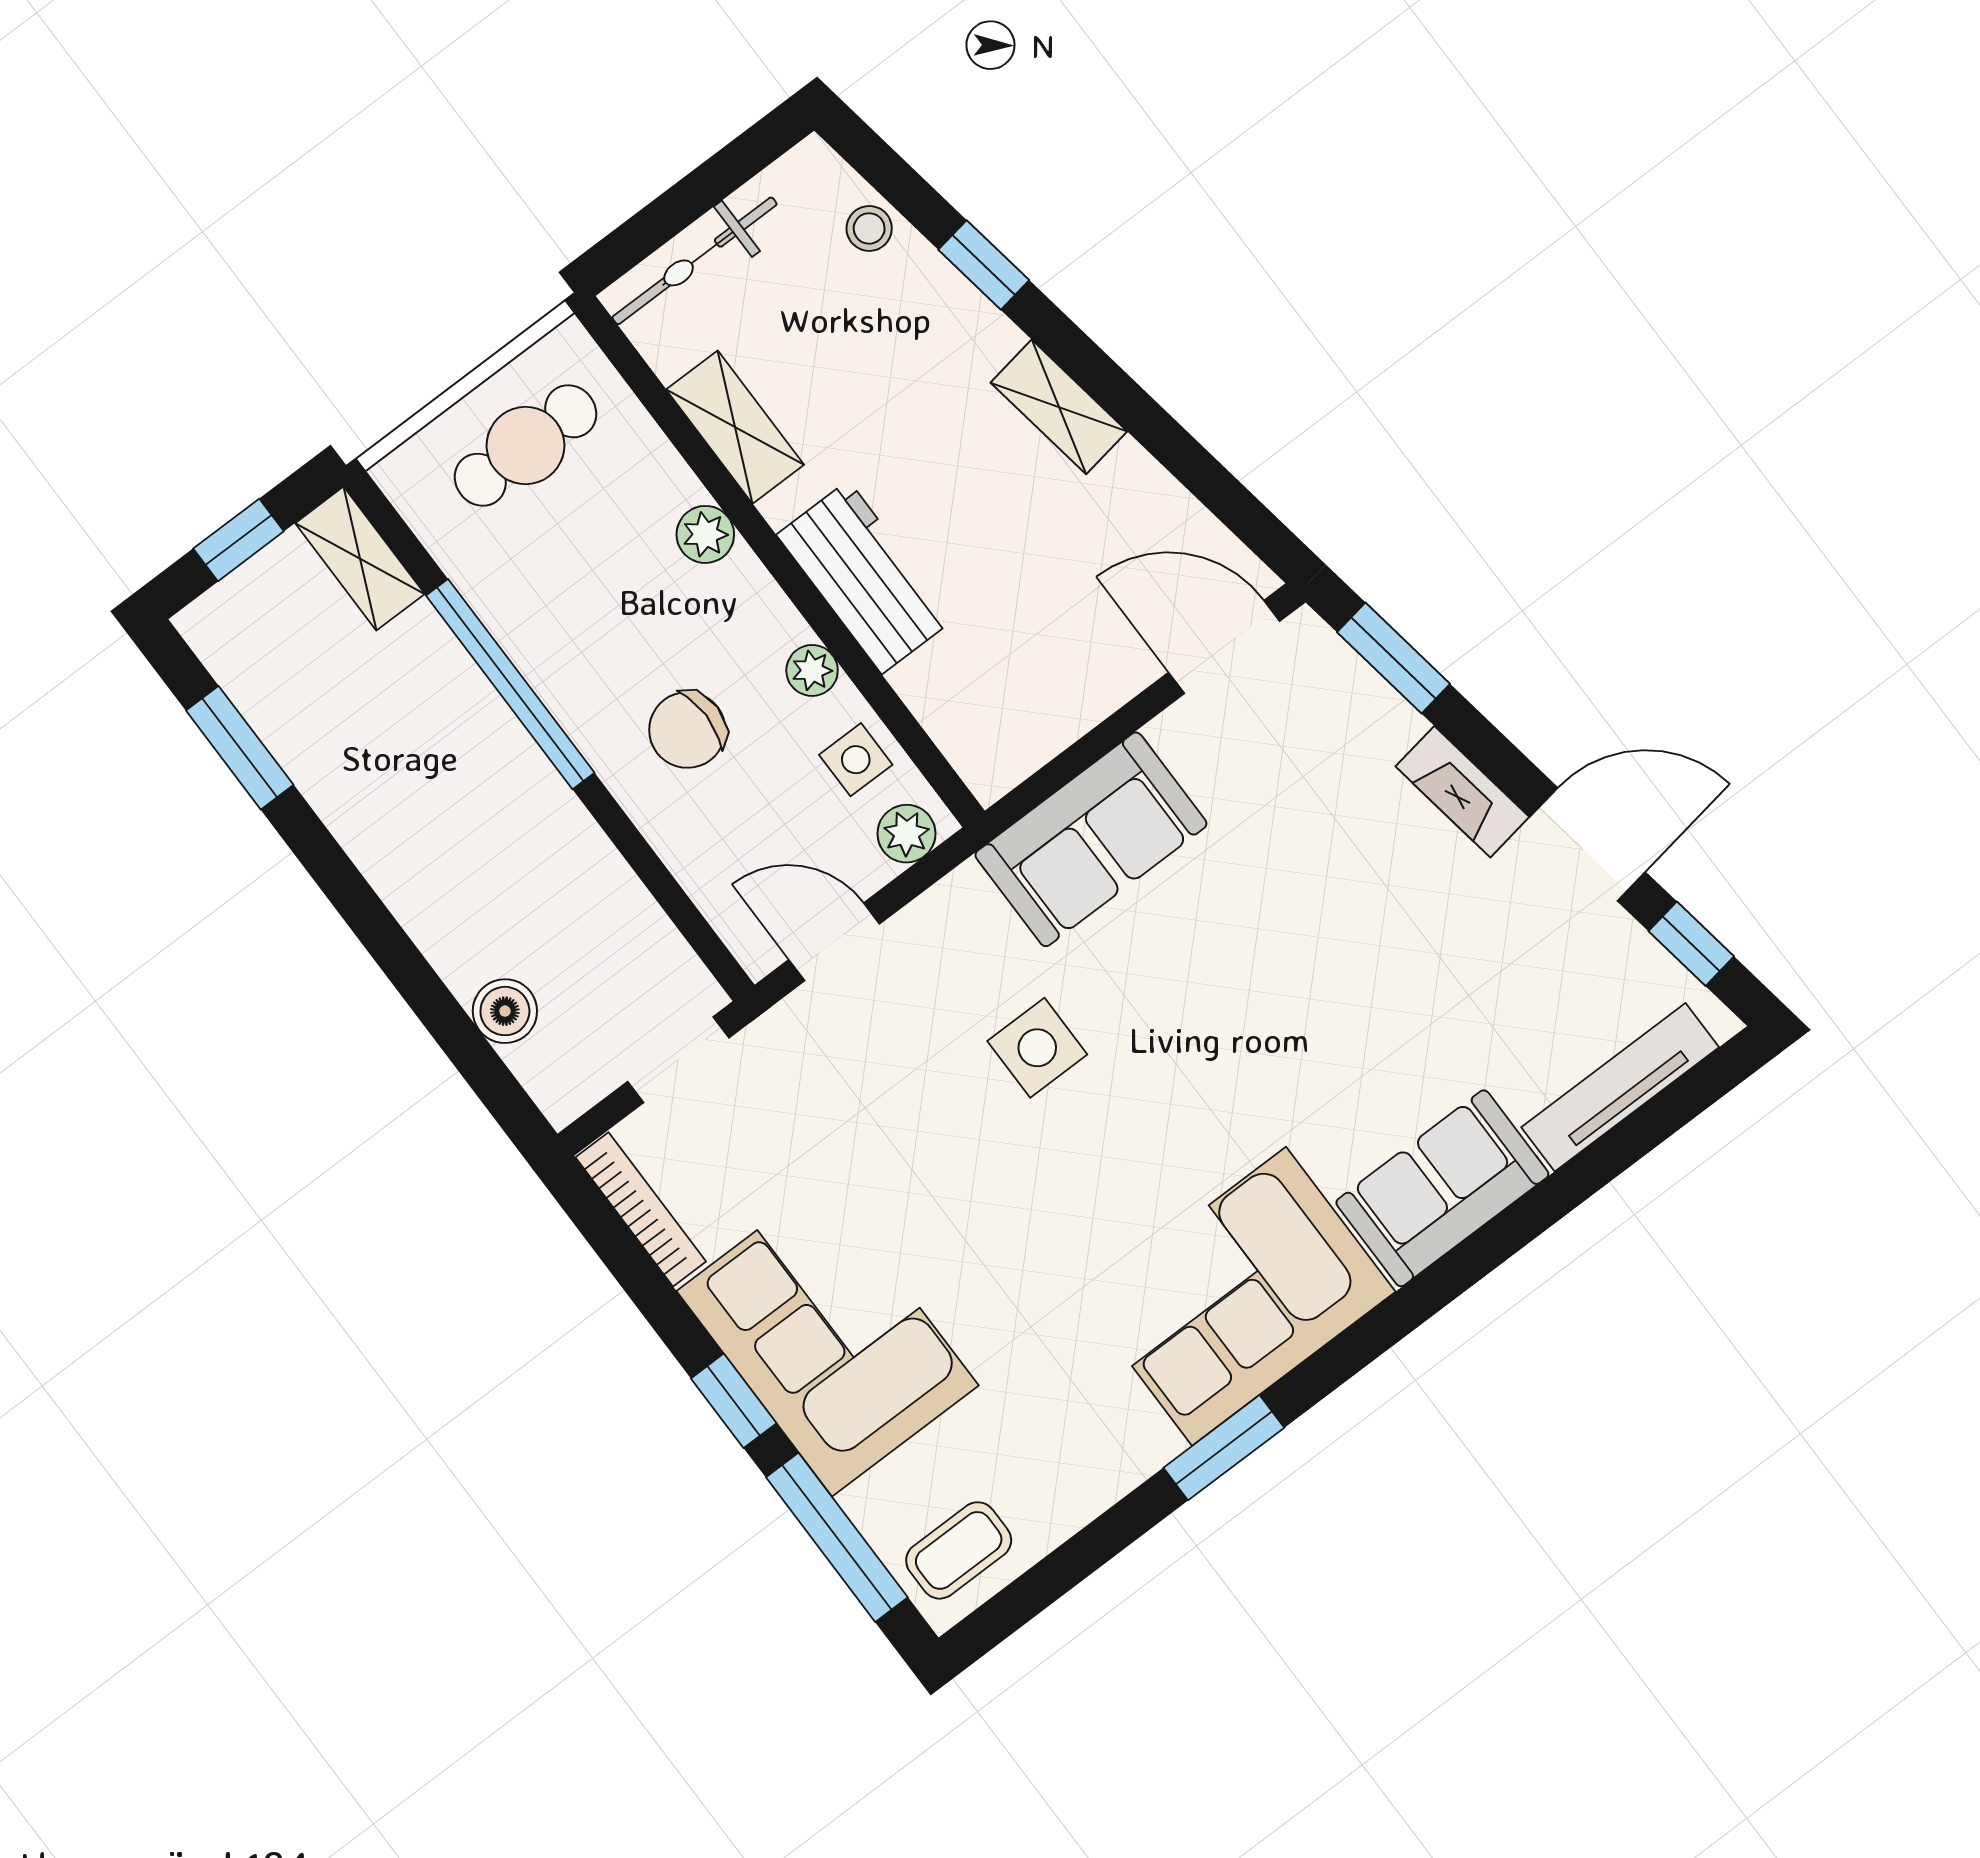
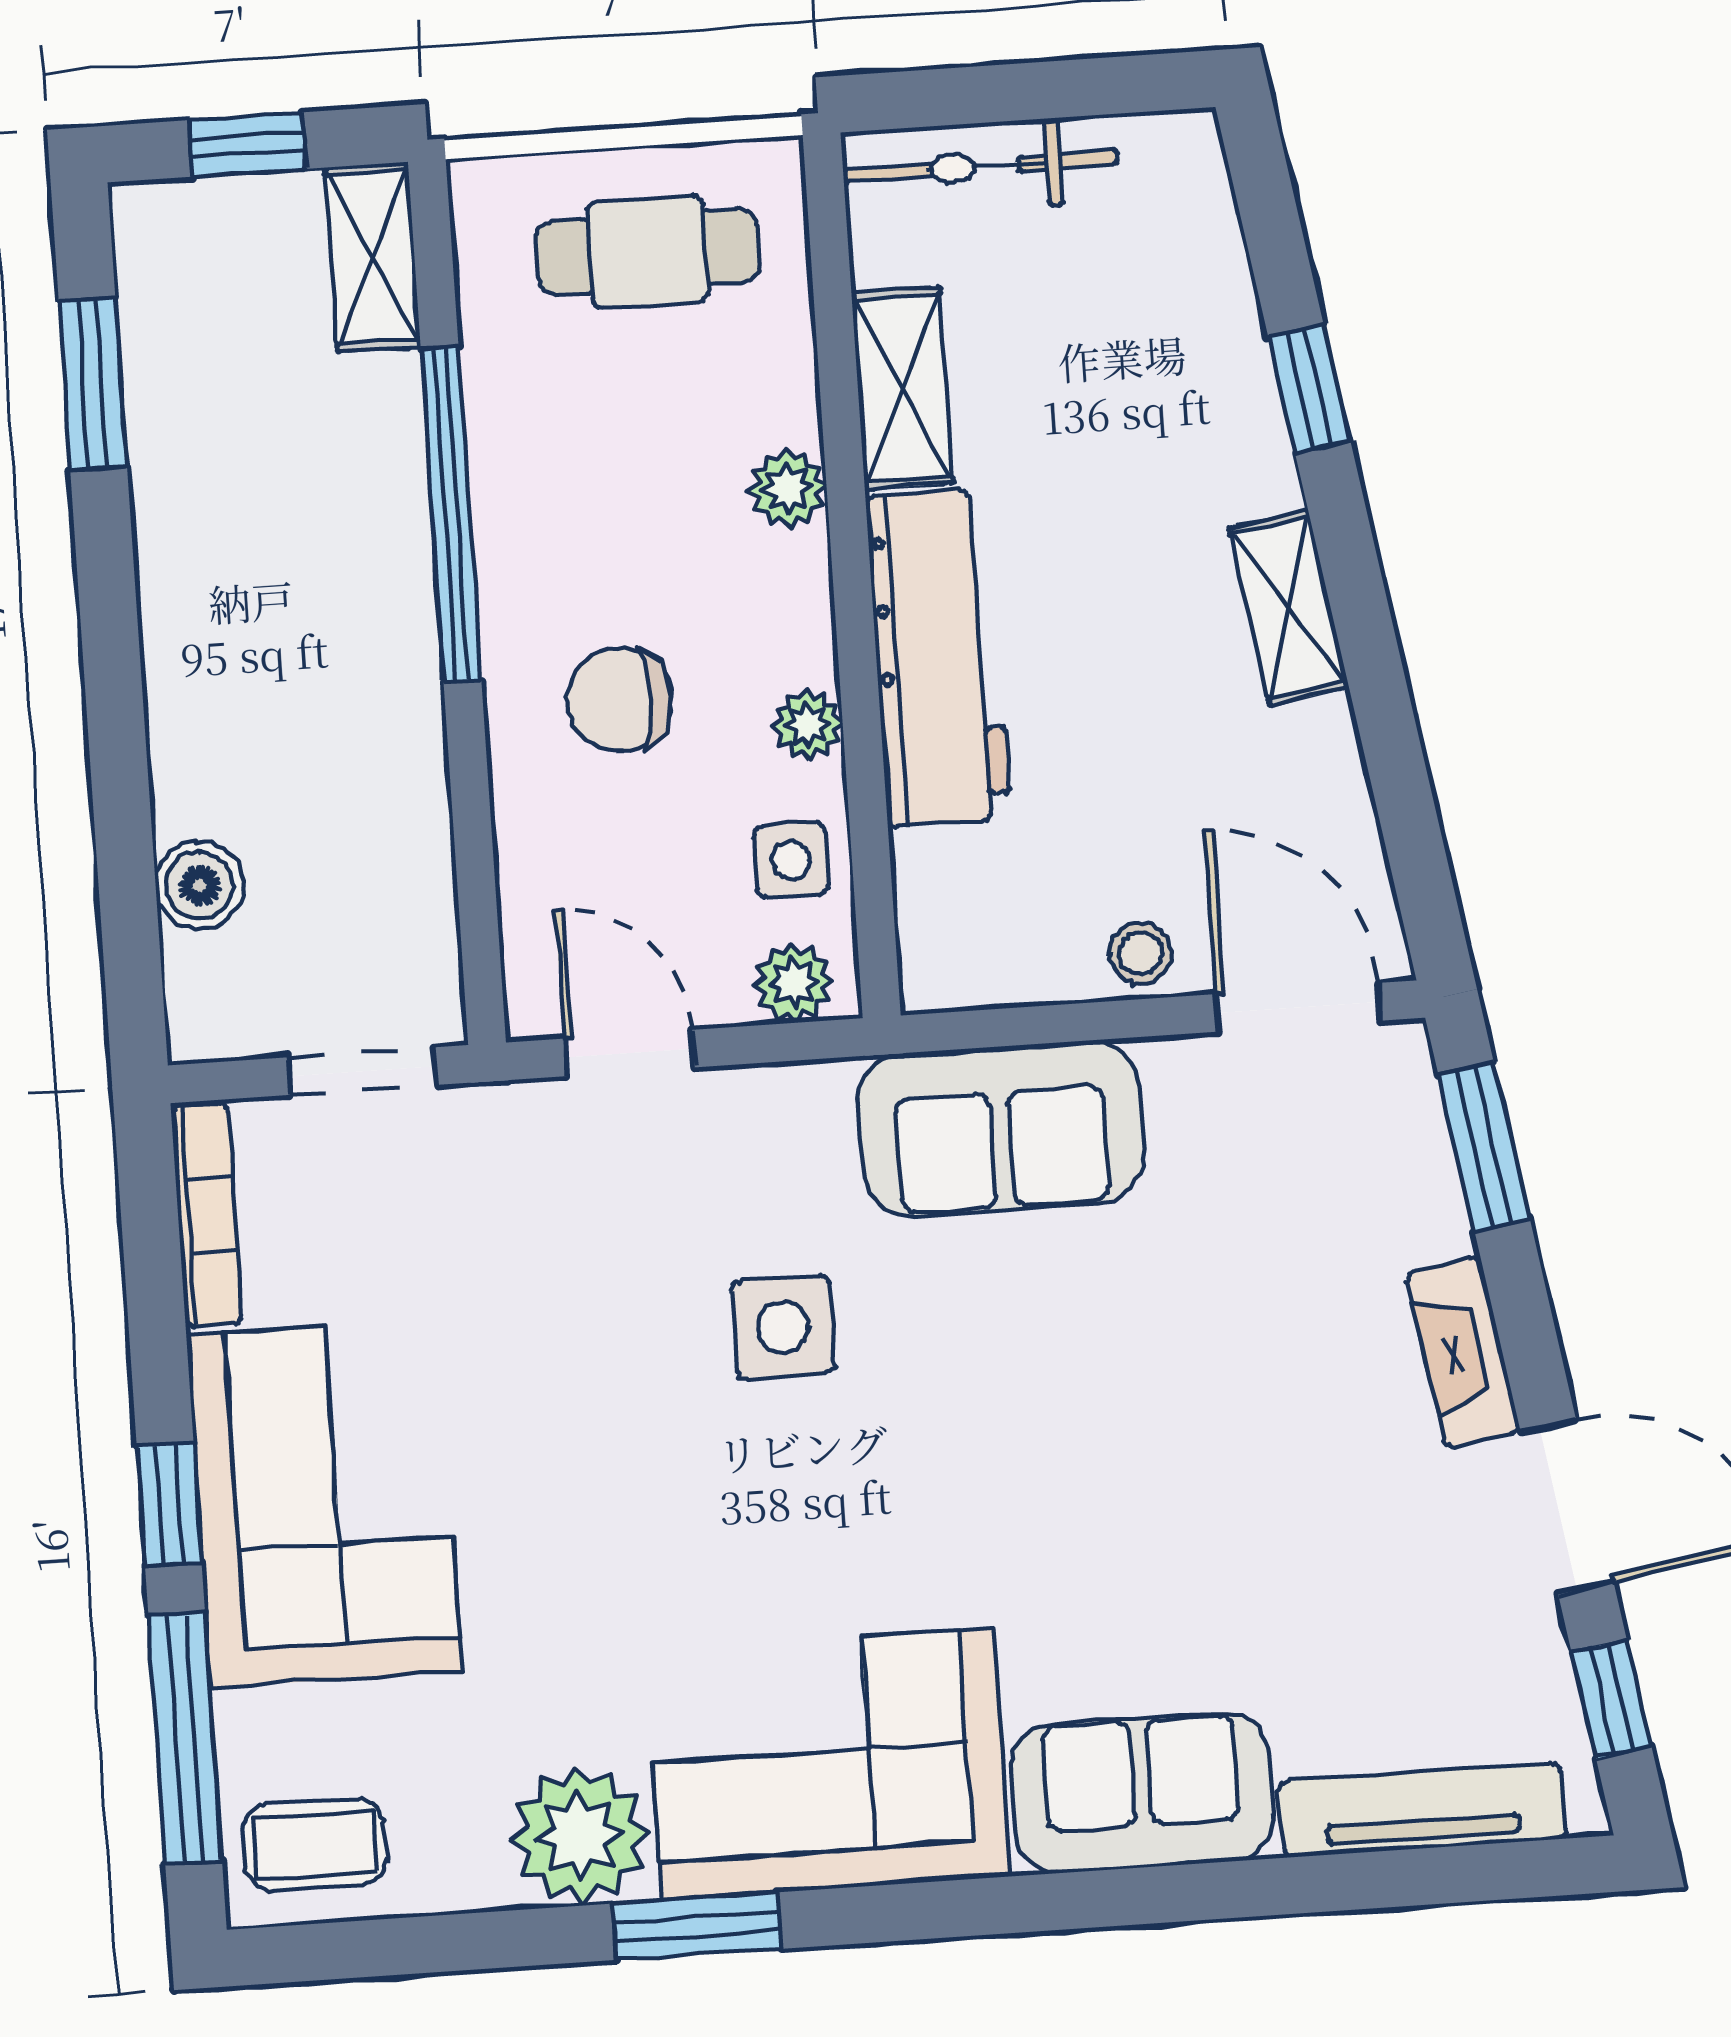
stool: (869, 228) -> (1140, 953), moved
workbench: (865, 577) -> (938, 658), width x1.38
plant: (1117, 1439) -> (580, 1836), added

